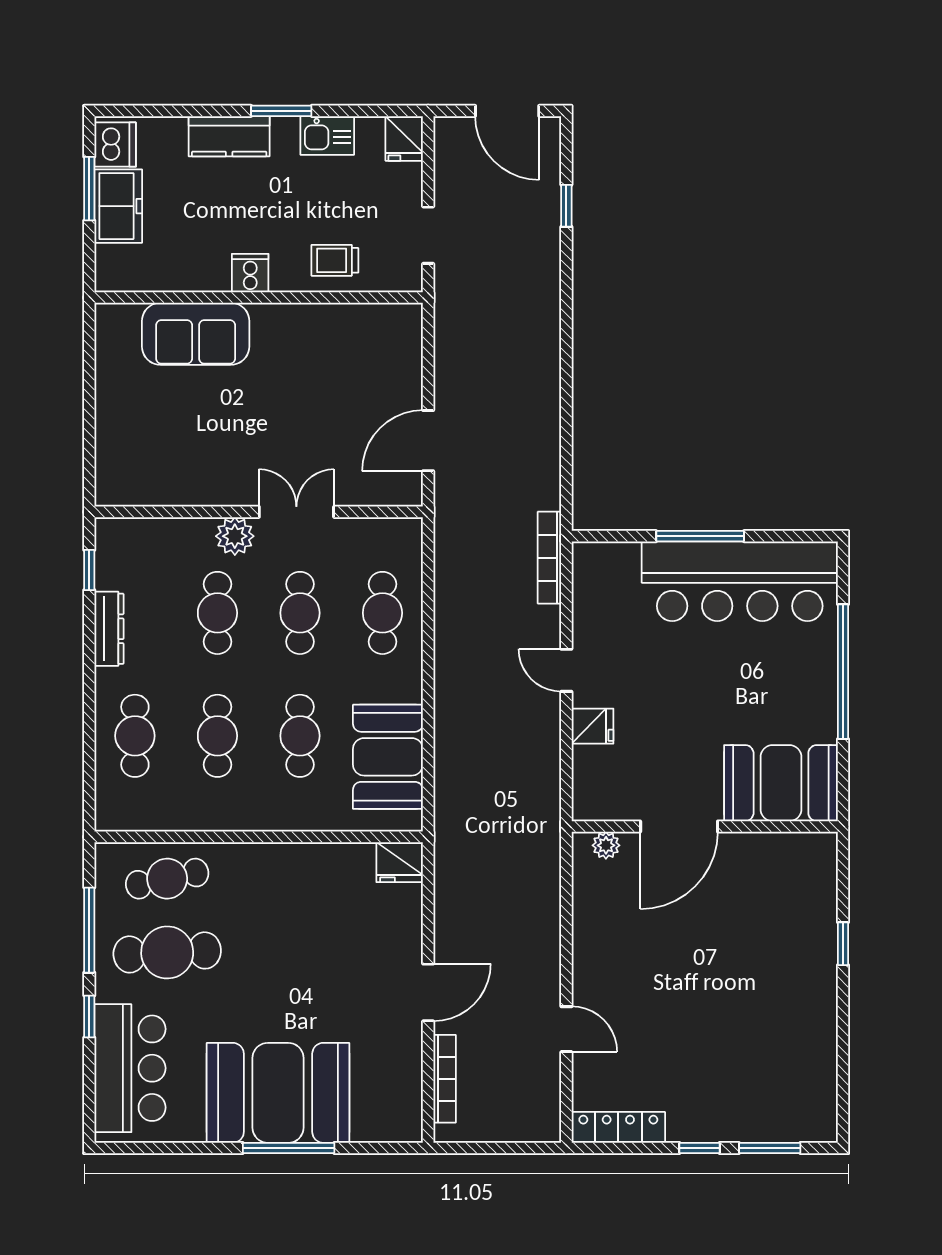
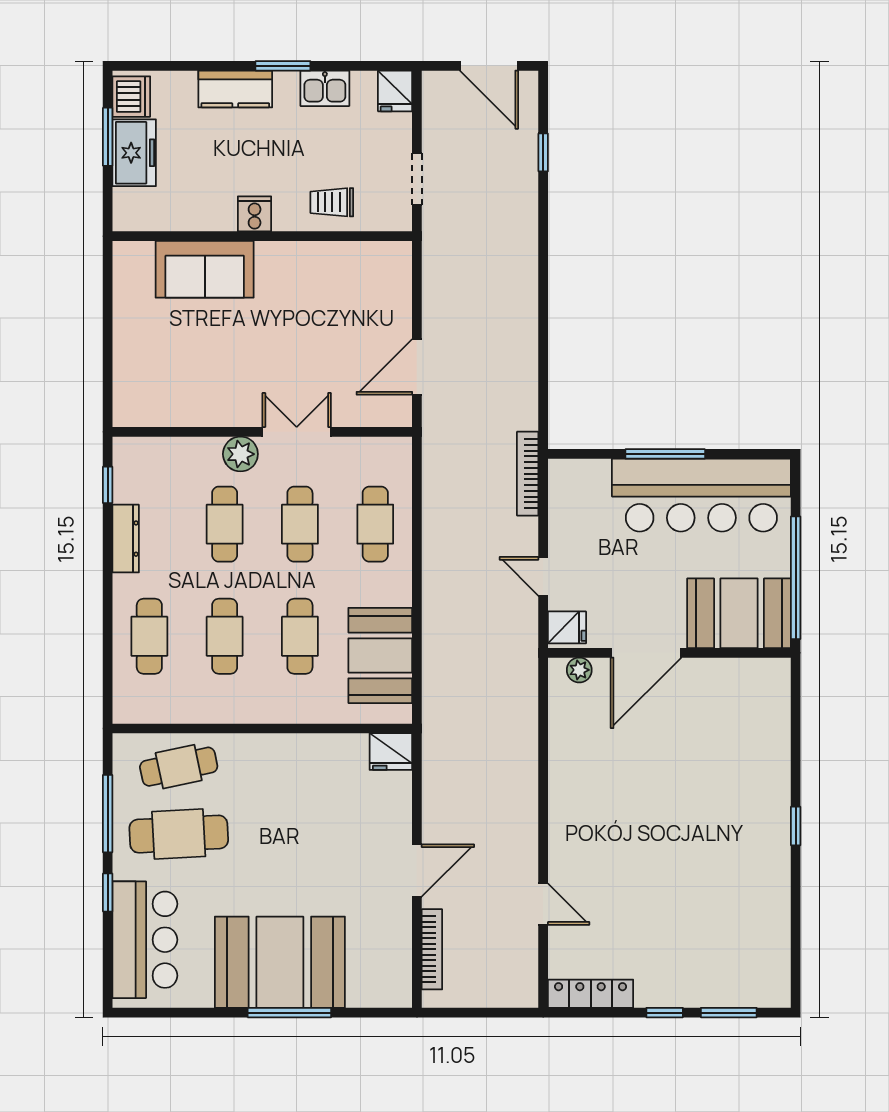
booth: (781, 783) -> (739, 613), moved
door: (679, 826) -> (646, 653), moved
wall: (705, 826) -> (669, 653), moved
plant: (606, 845) -> (579, 670), moved

